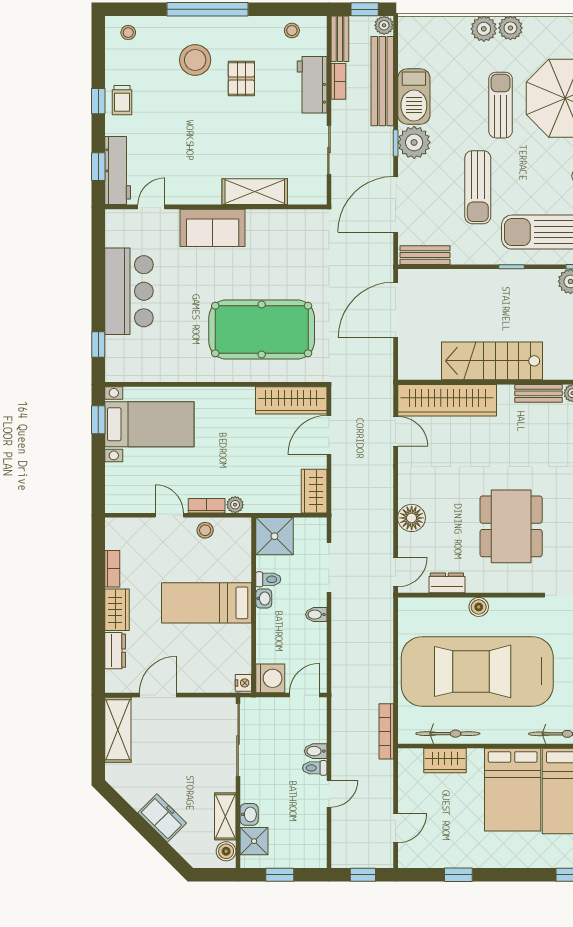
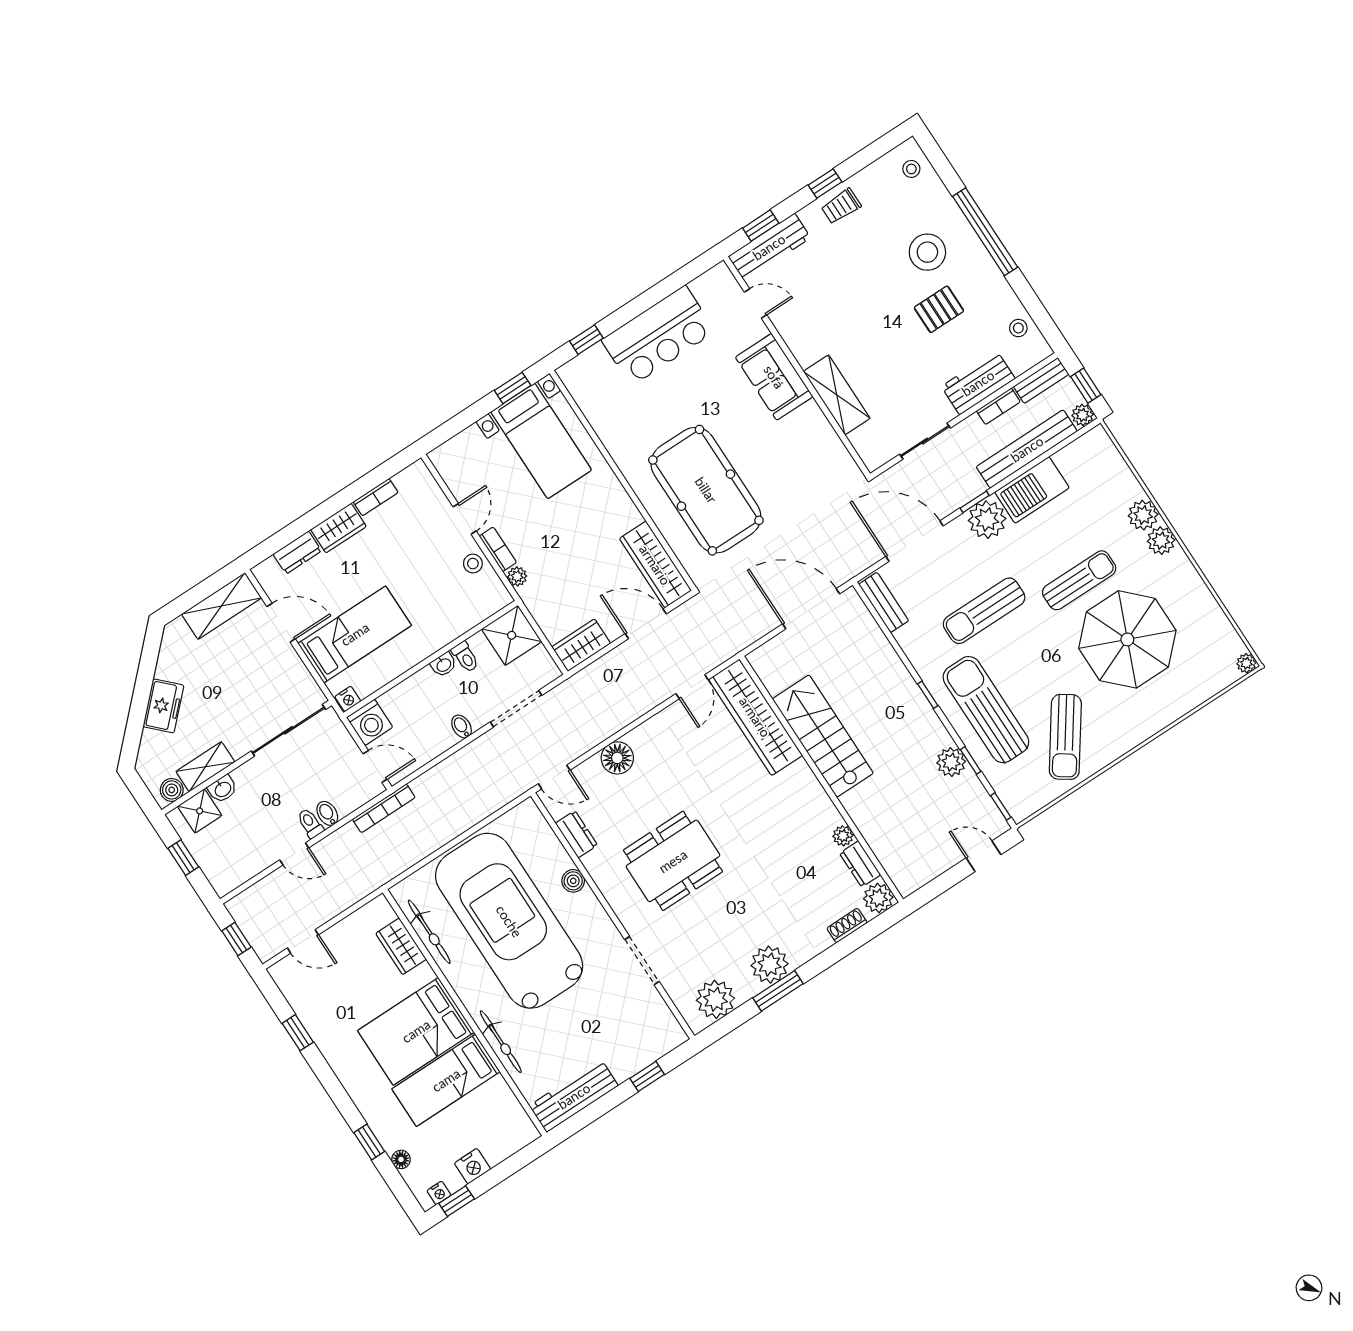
bench: (538, 393) -> (821, 802), removed
bed: (206, 603) -> (355, 634), moved, turned 90
bookcase: (386, 731) -> (384, 808), moved, turned 180

